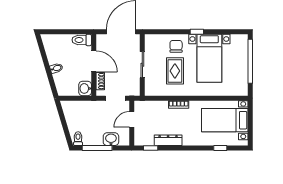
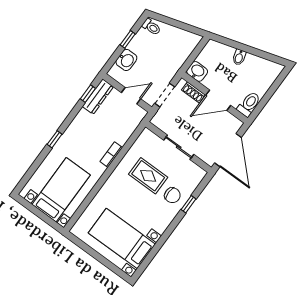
window: (197, 32) -> (188, 204), moved
bed with nightstands: (209, 58) -> (122, 239), moved
window: (250, 61) -> (102, 260), removed
door: (132, 119) -> (131, 96), hinge flipped
dresser: (168, 140) -> (98, 97), moved
window: (97, 148) -> (128, 39), width x0.46
window: (220, 148) -> (55, 139), moved

